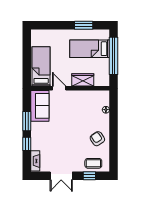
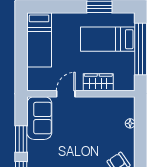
bed: (41, 66) -> (39, 40), moved, turned 180
door: (59, 88) -> (66, 94), hinge flipped

